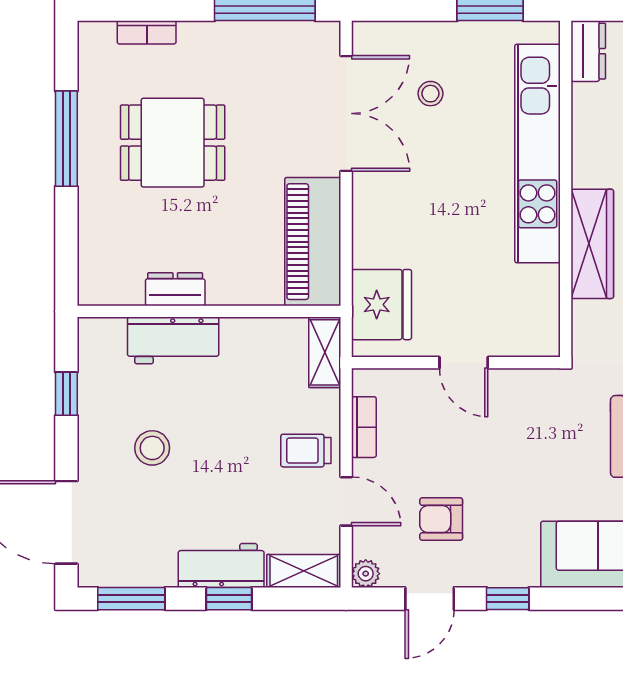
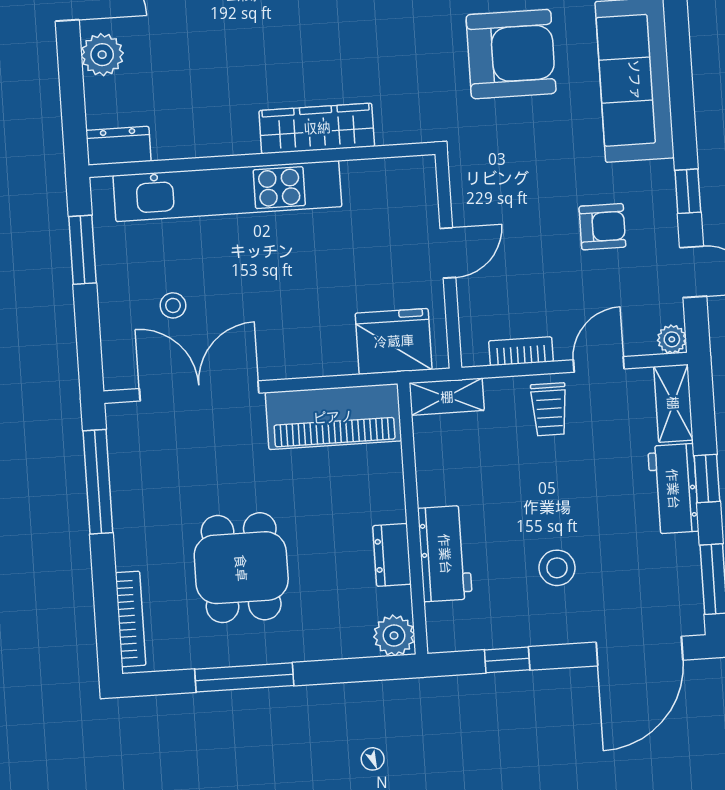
bookcase: (147, 32) -> (130, 619), width x1.56
plant: (97, 286) -> (394, 635), added
armchair: (441, 519) -> (602, 227), moved, turned -90

